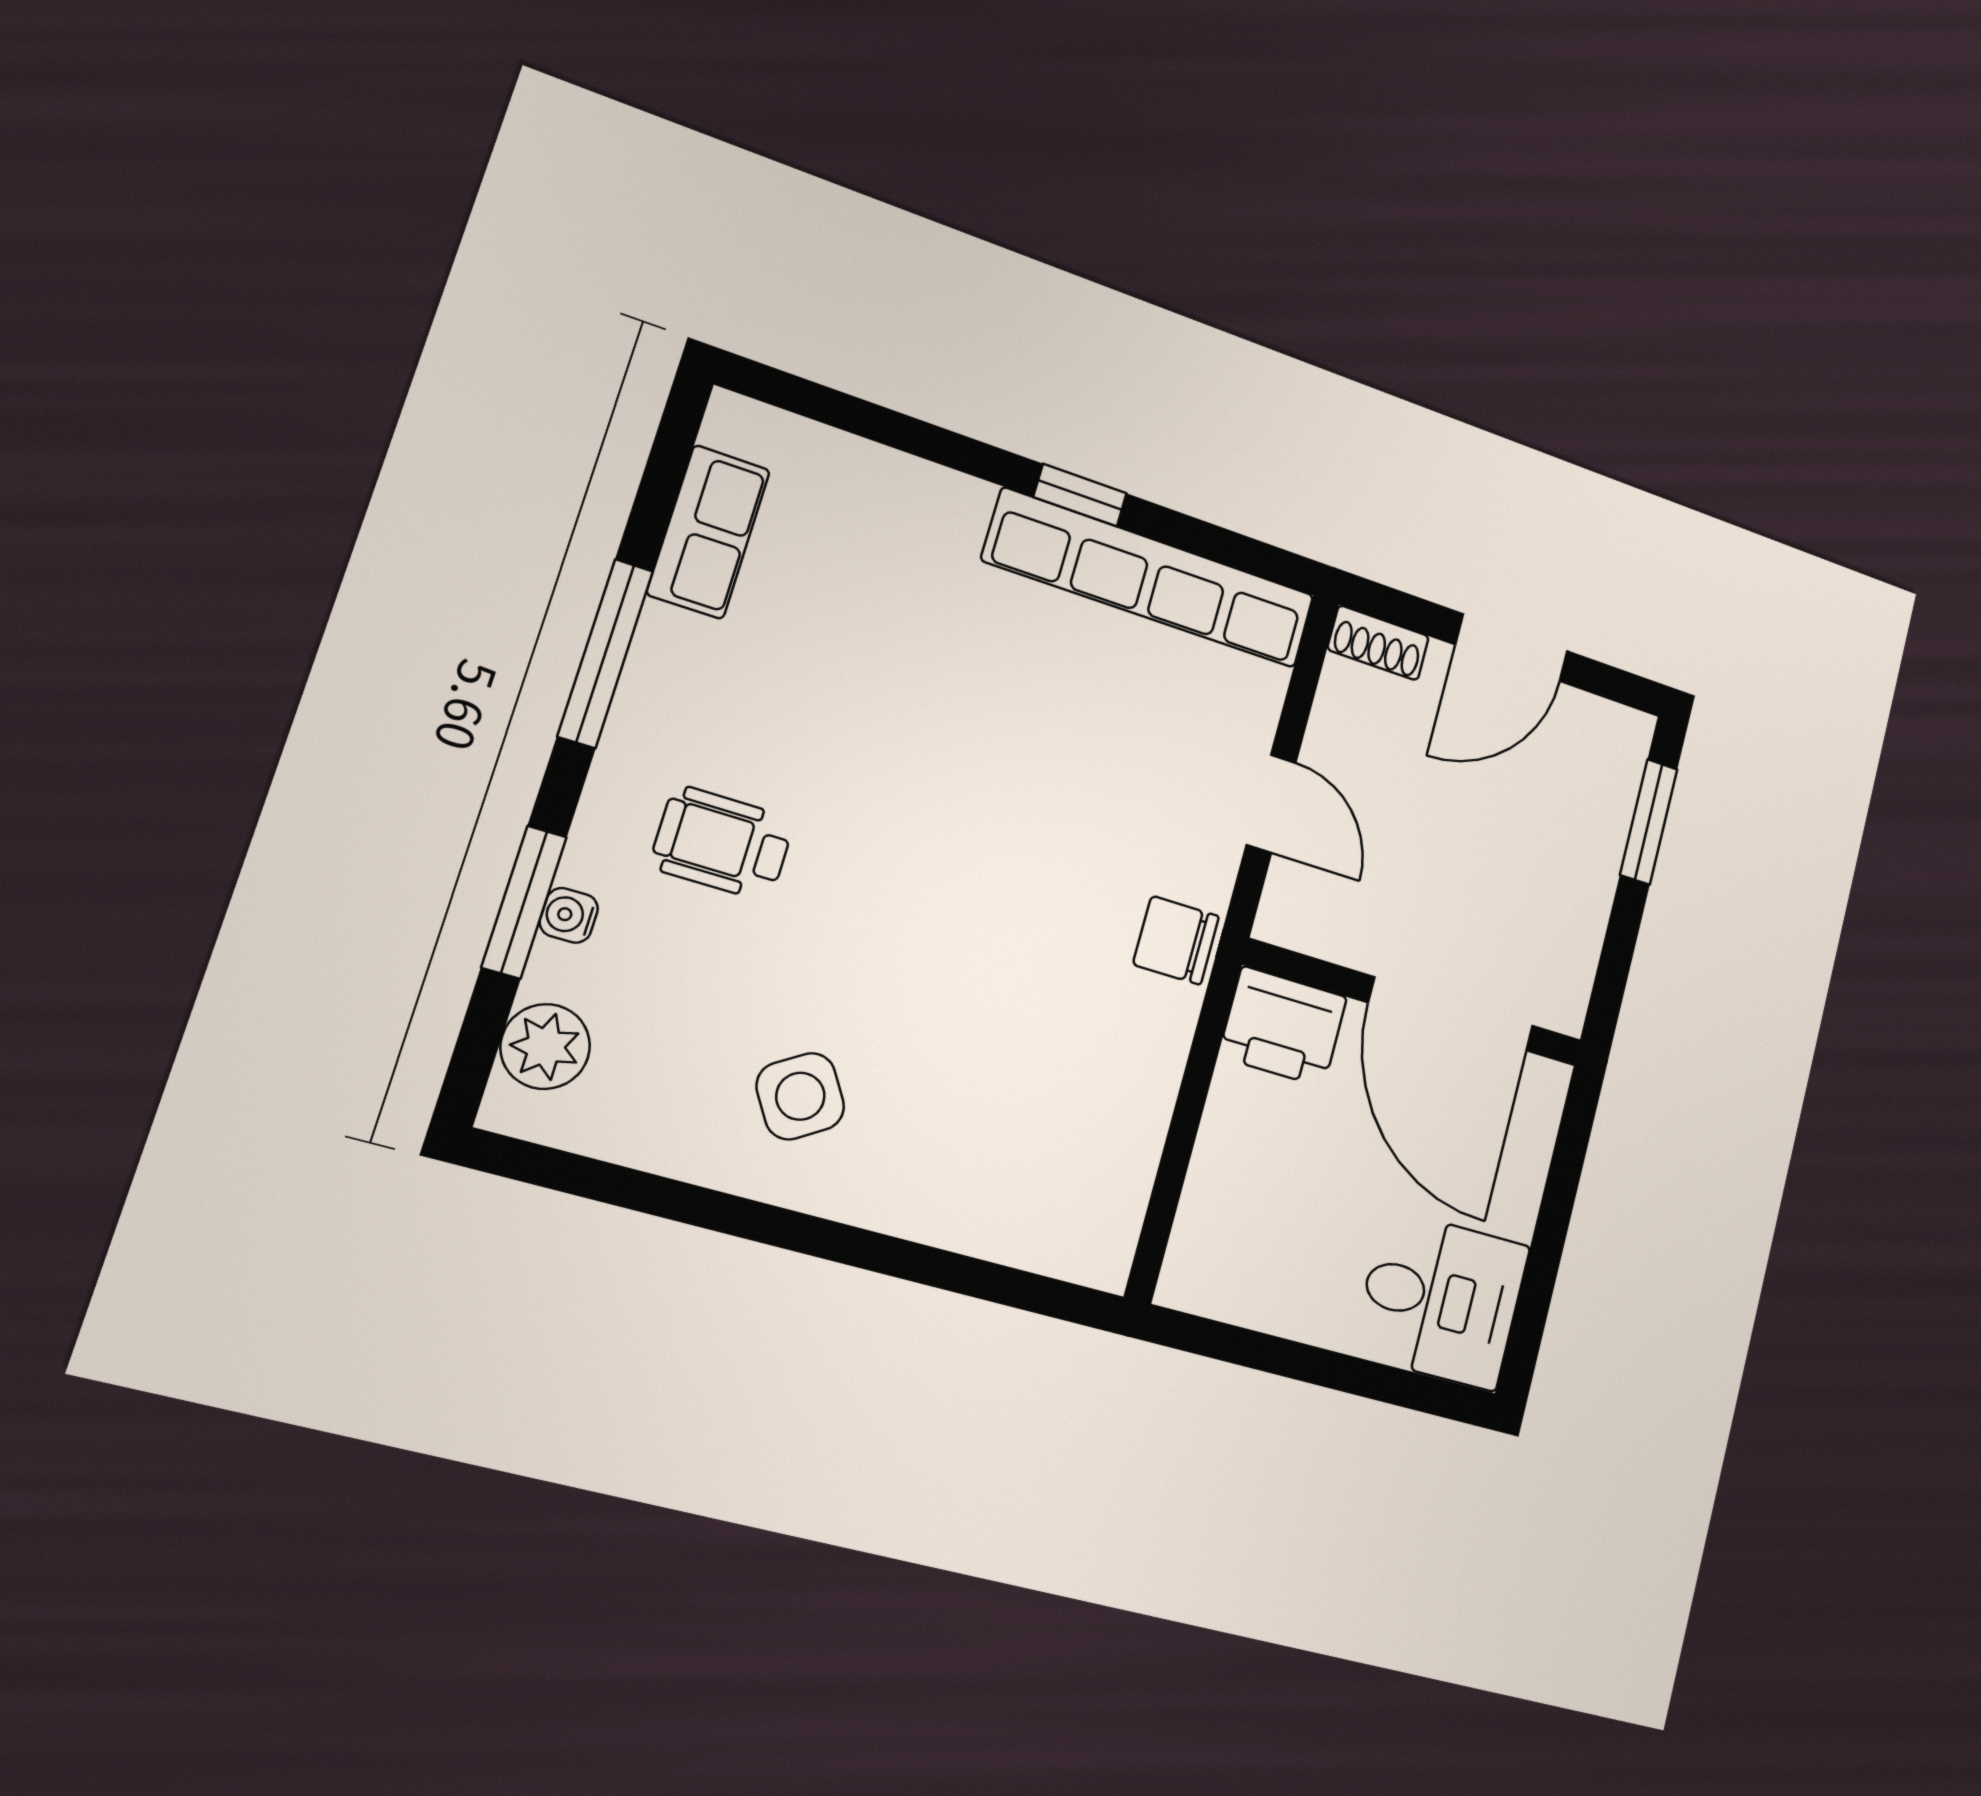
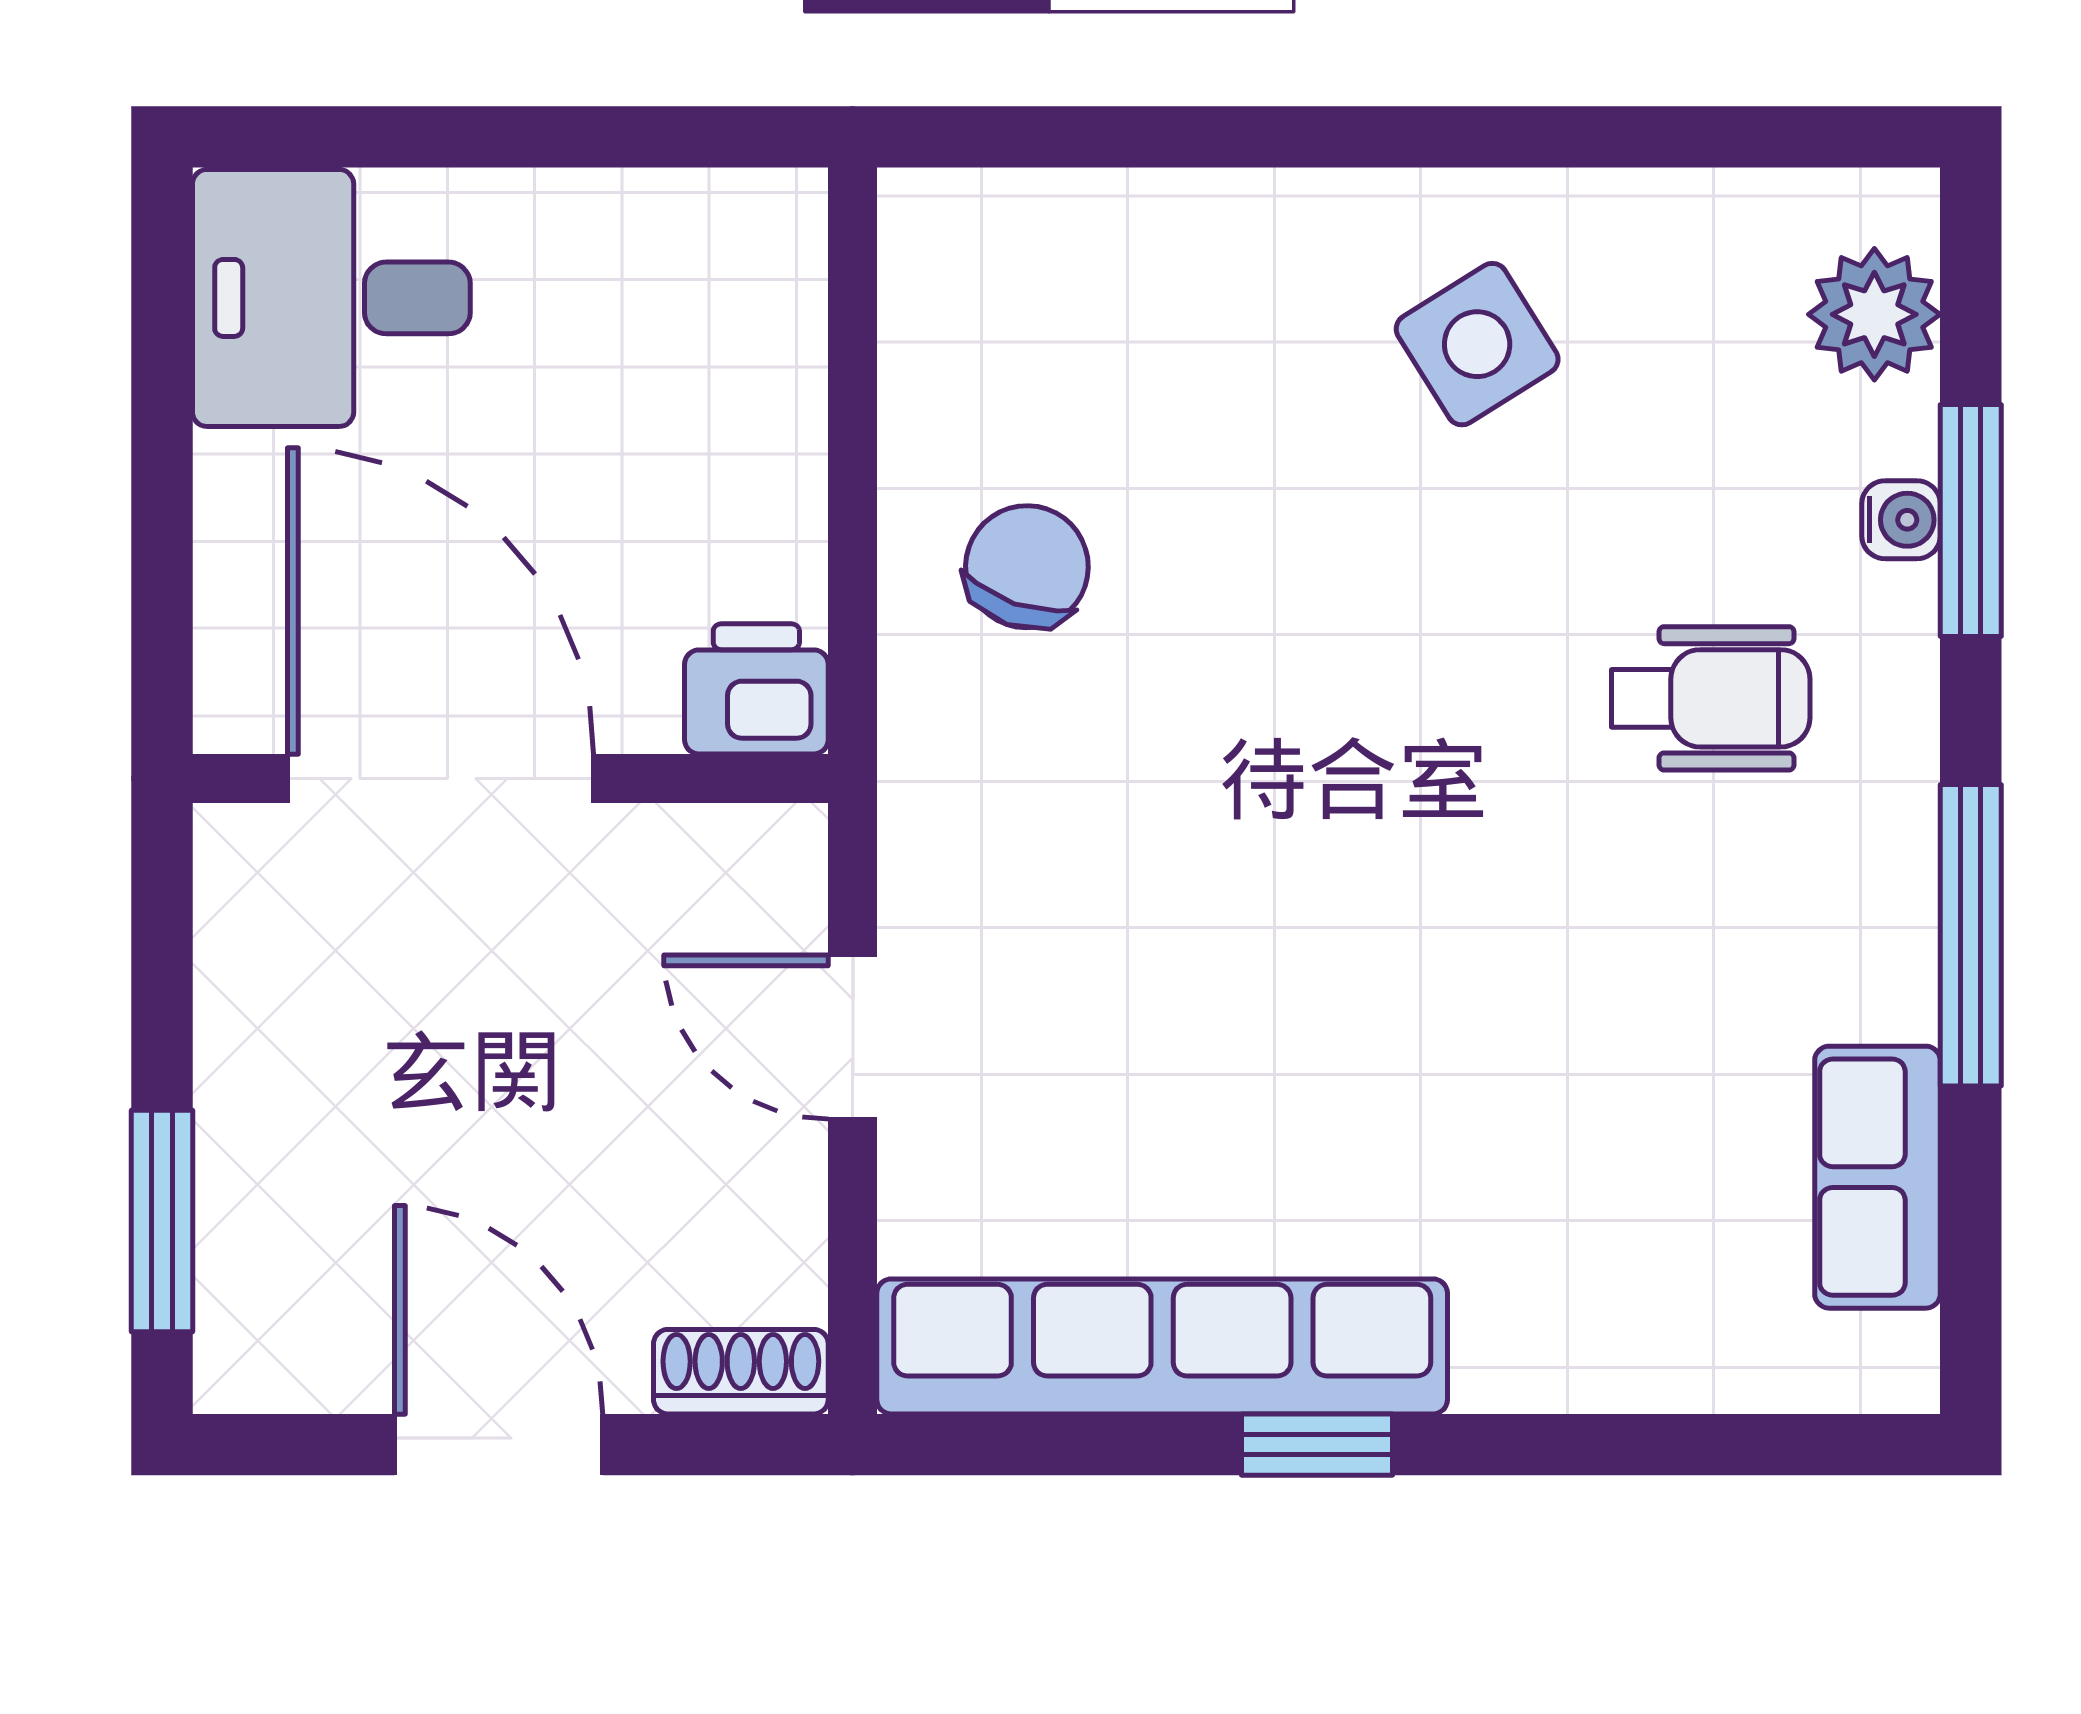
door: (1512, 648) -> (499, 1445), hinge flipped
chair: (1176, 940) -> (1027, 567), moved, turned -71
printer: (1283, 1027) -> (756, 689), width x0.73, depth x0.81

